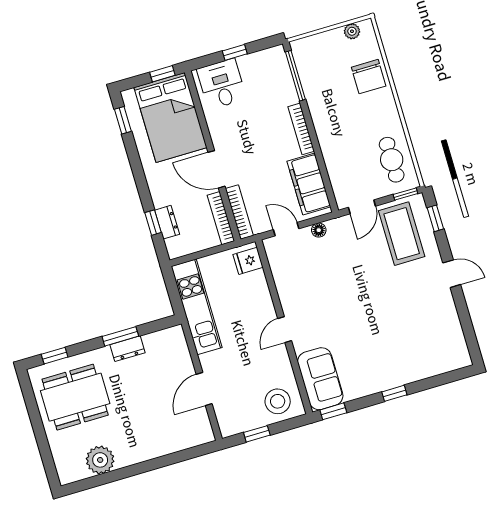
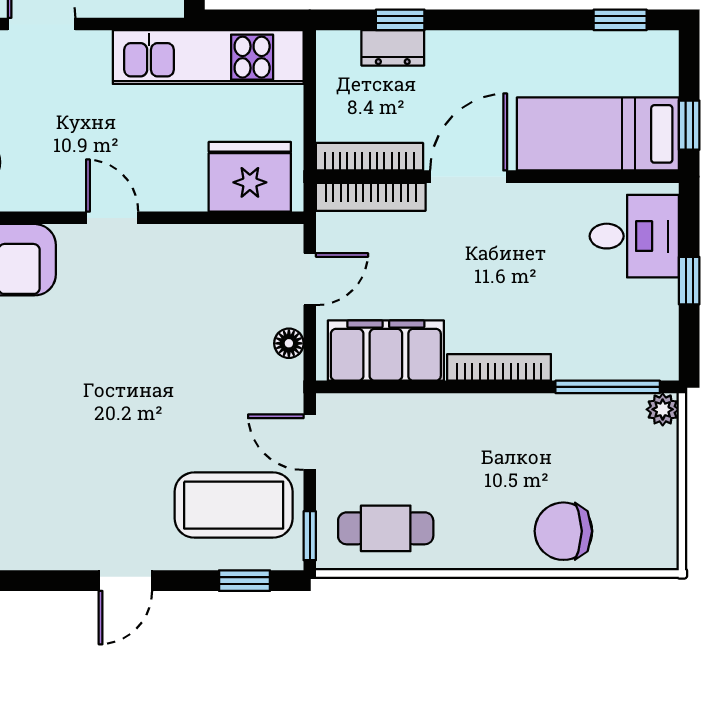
plant: (352, 31) -> (663, 409), moved
bed: (171, 117) -> (598, 134), width x0.67
fridge: (248, 261) -> (250, 177), width x1.88, depth x1.34

